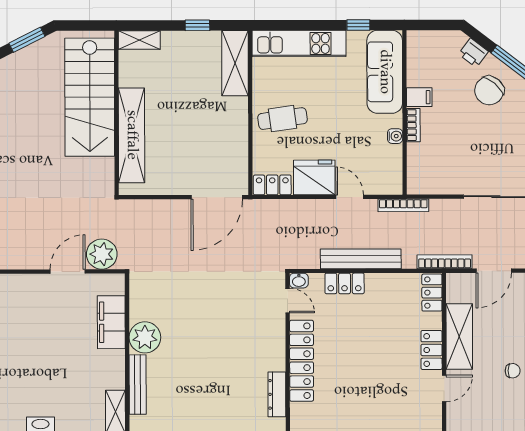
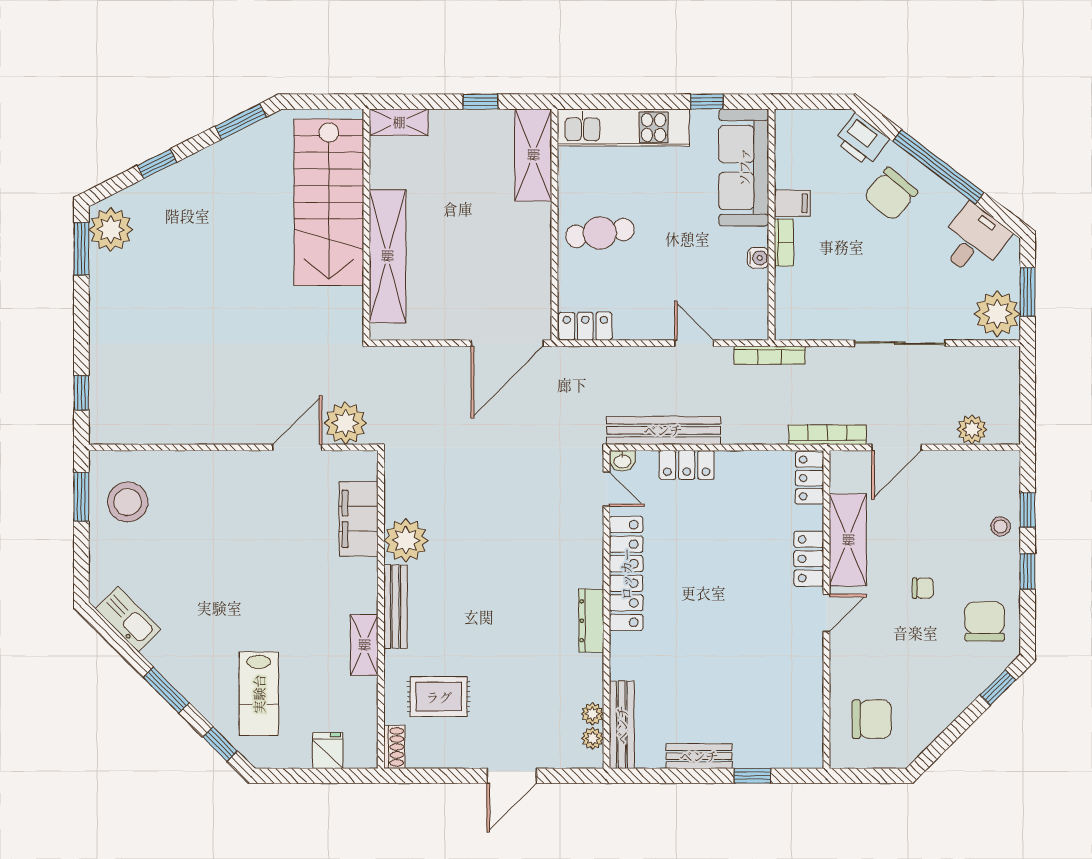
printer: (473, 53) -> (862, 140), width x1.36, depth x1.24
fridge: (314, 177) -> (644, 316), removed
bench: (361, 259) -> (663, 430), moved

